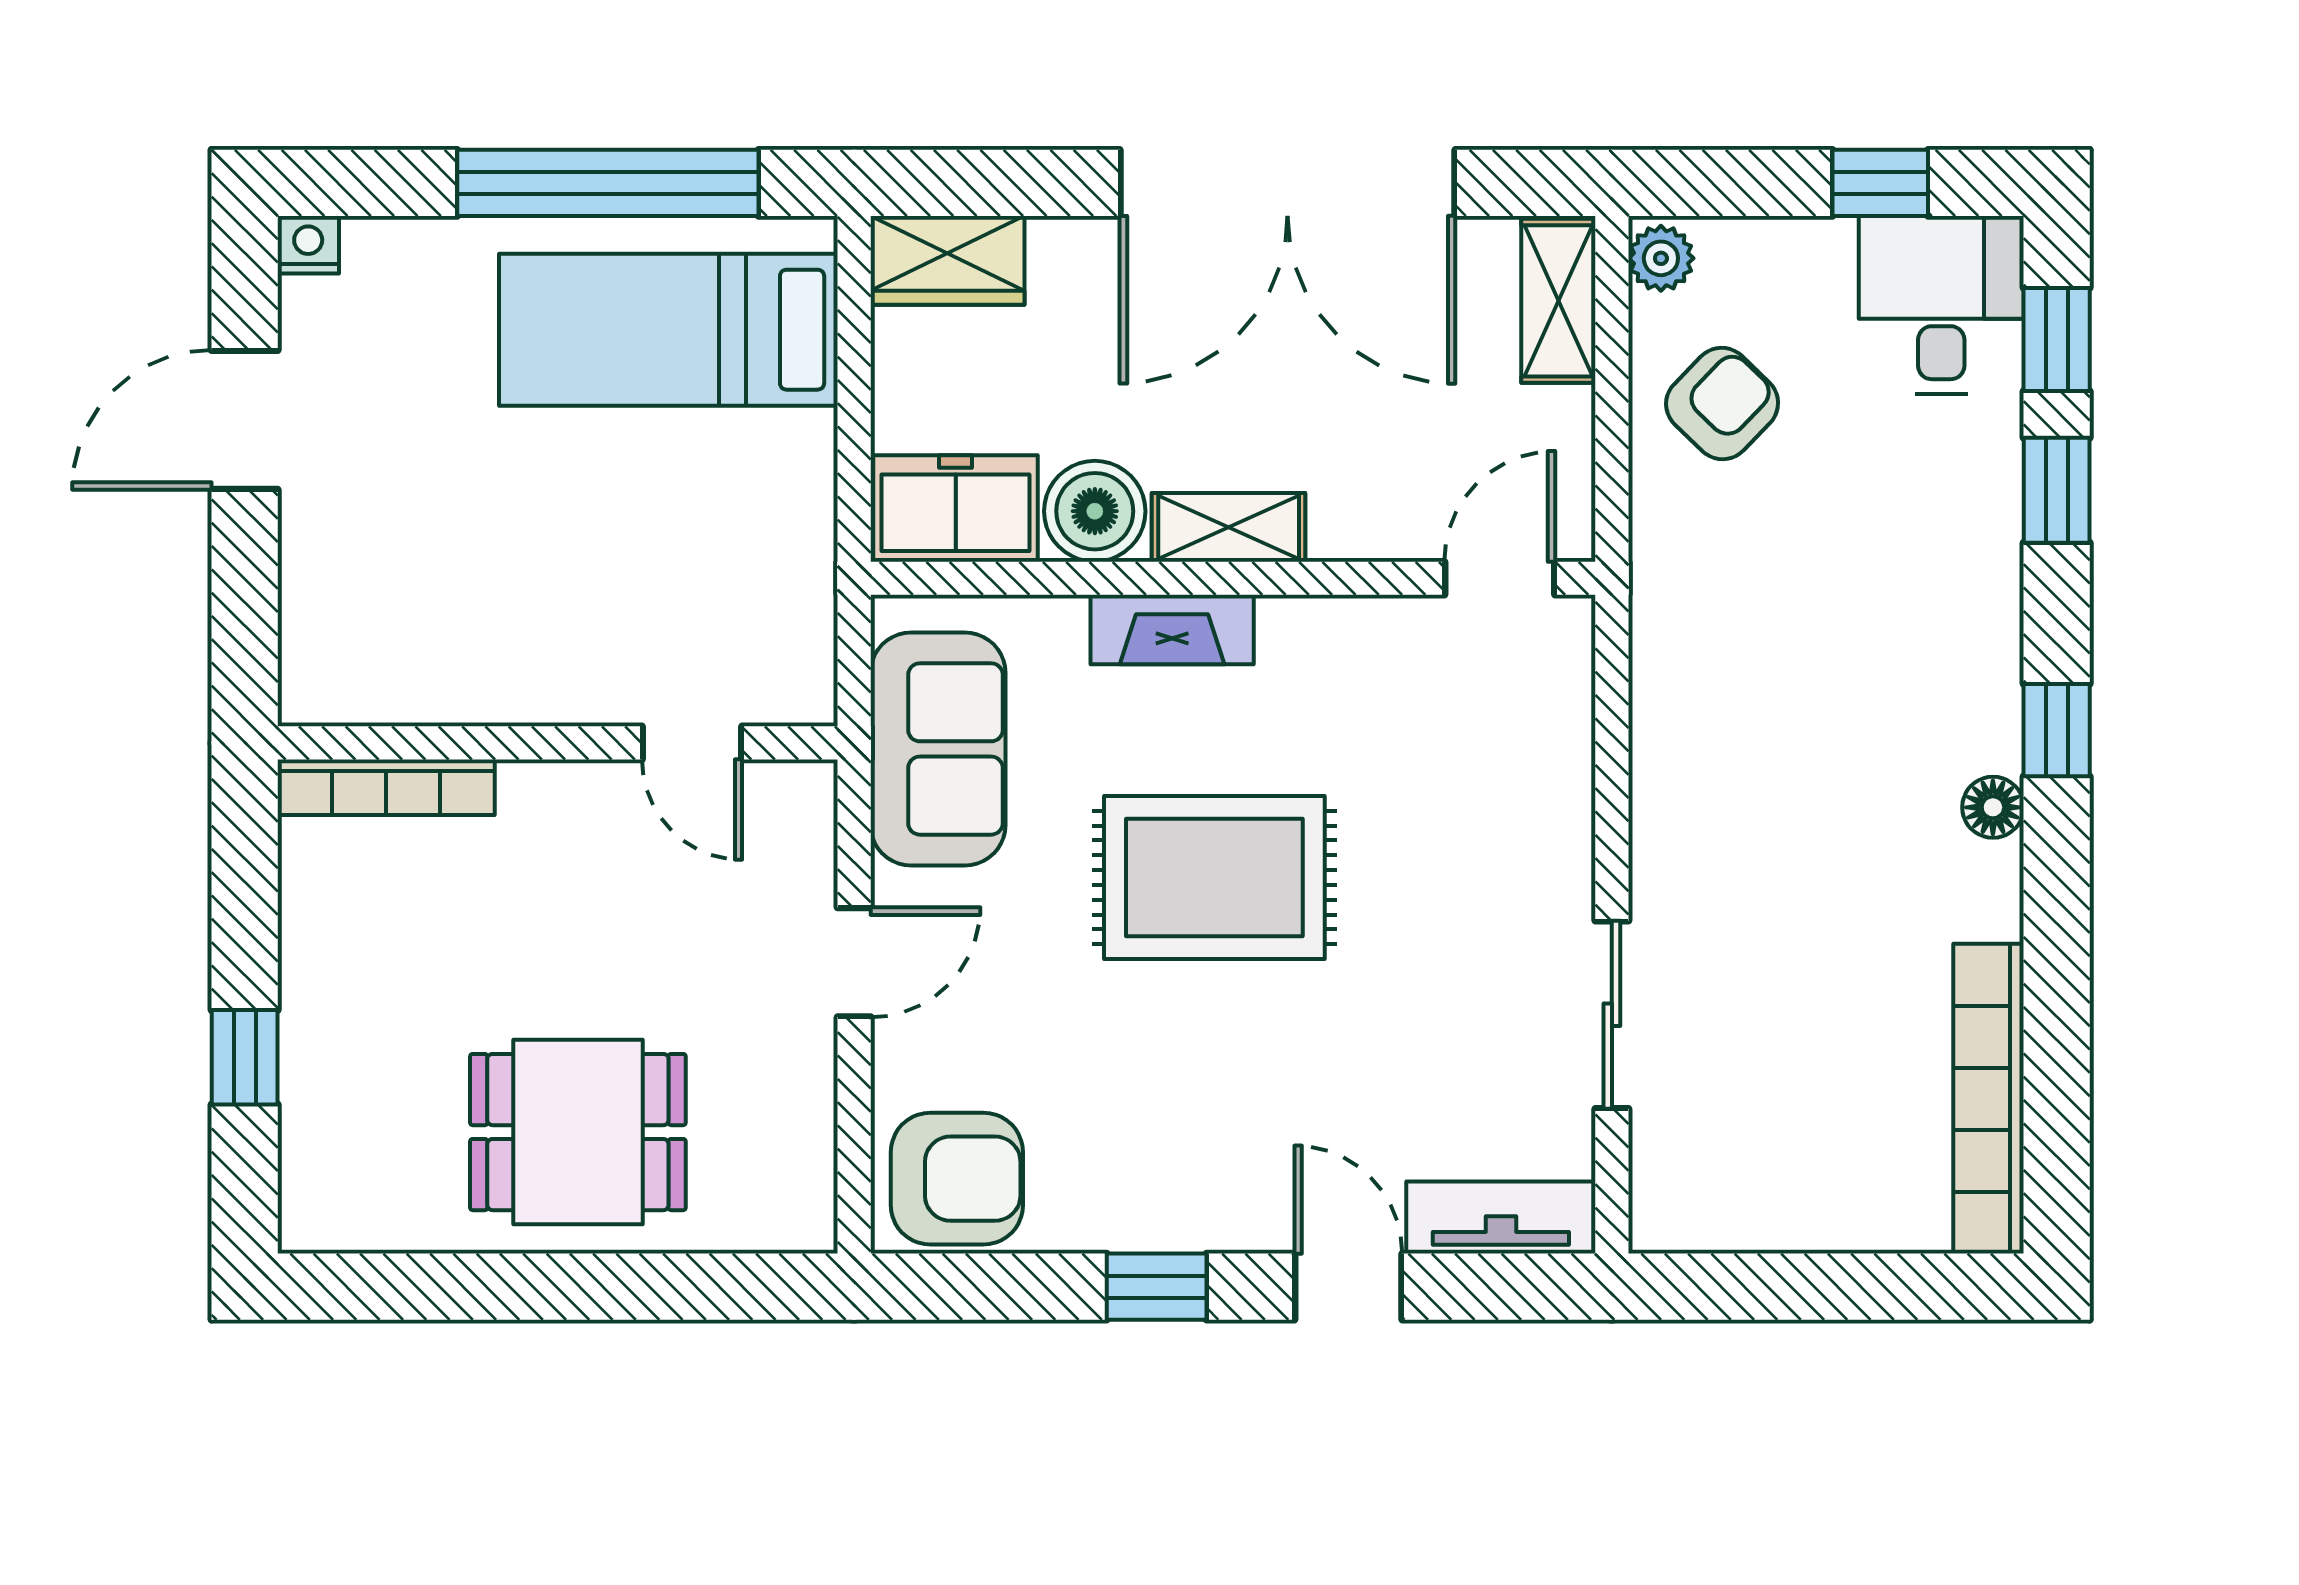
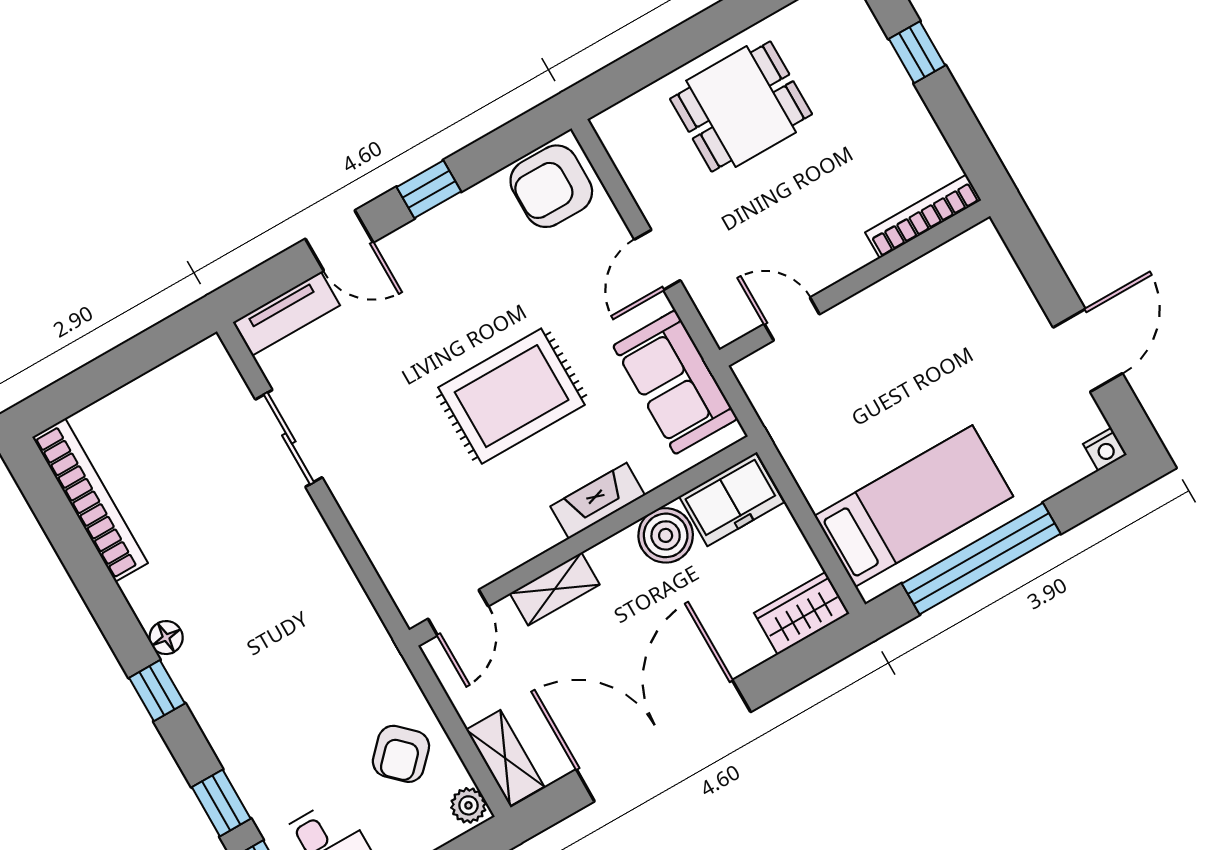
shelving: (1229, 527) -> (555, 589), moved

